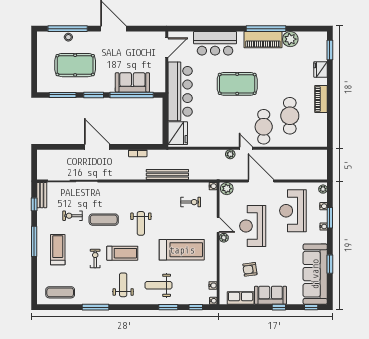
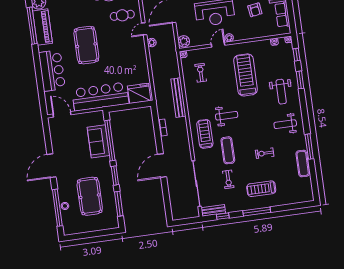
cafe table: (264, 127) -> (122, 15), width x0.73, depth x0.74
treadmill: (122, 253) -> (205, 134), moved
exercise mat: (60, 292) -> (303, 164), moved

